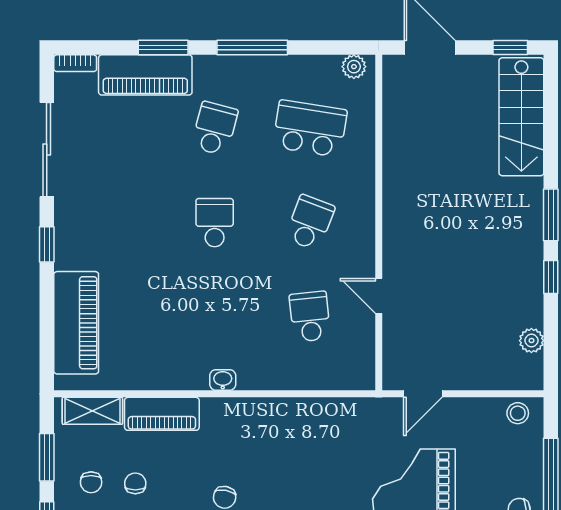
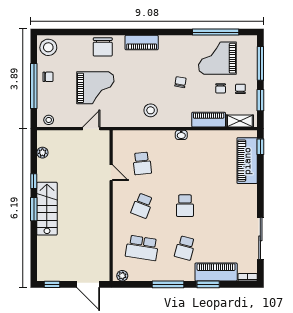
stairs: (521, 117) -> (47, 209), moved
window: (47, 244) -> (260, 147), moved
stool: (291, 435) -> (151, 110), added

